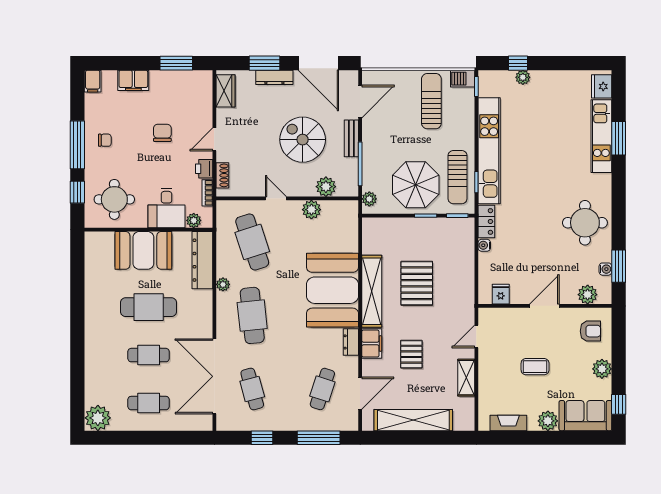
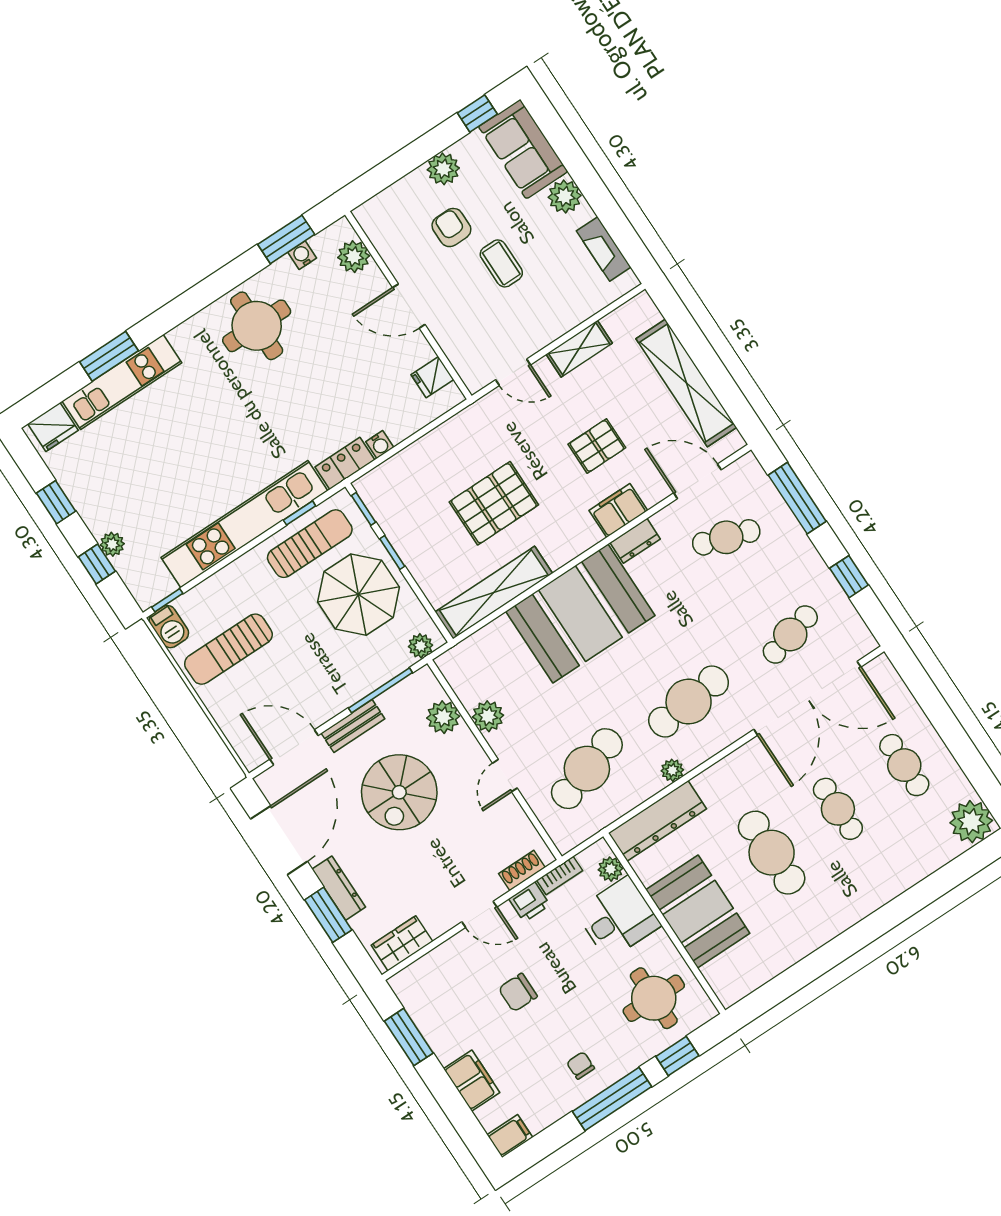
window: (563, 63) -> (56, 502), added
shelving: (372, 291) -> (494, 593), moved
armchair: (590, 331) -> (451, 228), moved

